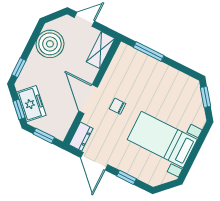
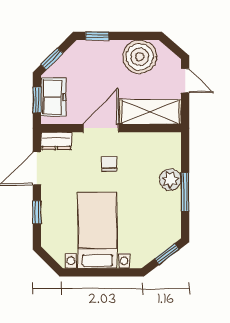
shelving: (101, 50) -> (150, 112), width x1.50, depth x1.33
window: (149, 52) -> (185, 192), moved
plant: (152, 67) -> (170, 180), added
freezer: (31, 104) -> (53, 97), moved, turned -45

